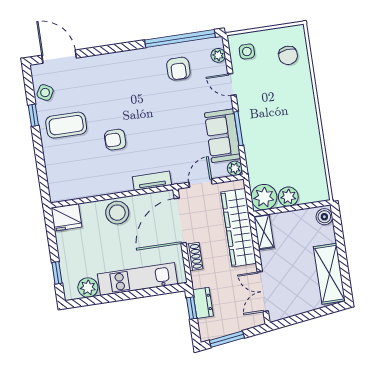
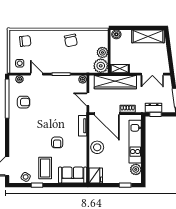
door: (232, 84) -> (36, 74), swing flipped
sofa: (223, 136) -> (73, 175), moved, turned 180
chair: (301, 137) -> (71, 40), added

